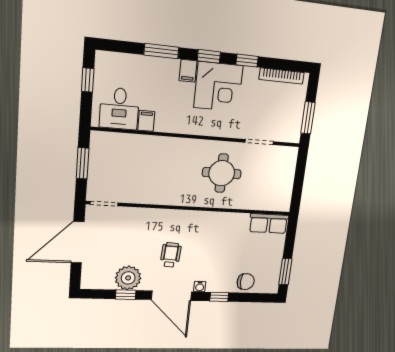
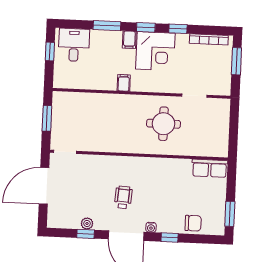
desk: (119, 109) -> (74, 45), moved, turned 180
window: (308, 118) -> (236, 61), moved
filing cabinet: (146, 121) -> (124, 83), moved
plant: (128, 278) -> (87, 223), width x0.53, depth x0.53

